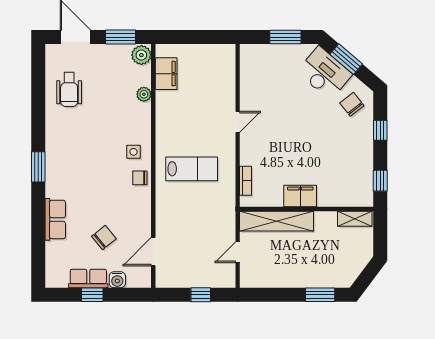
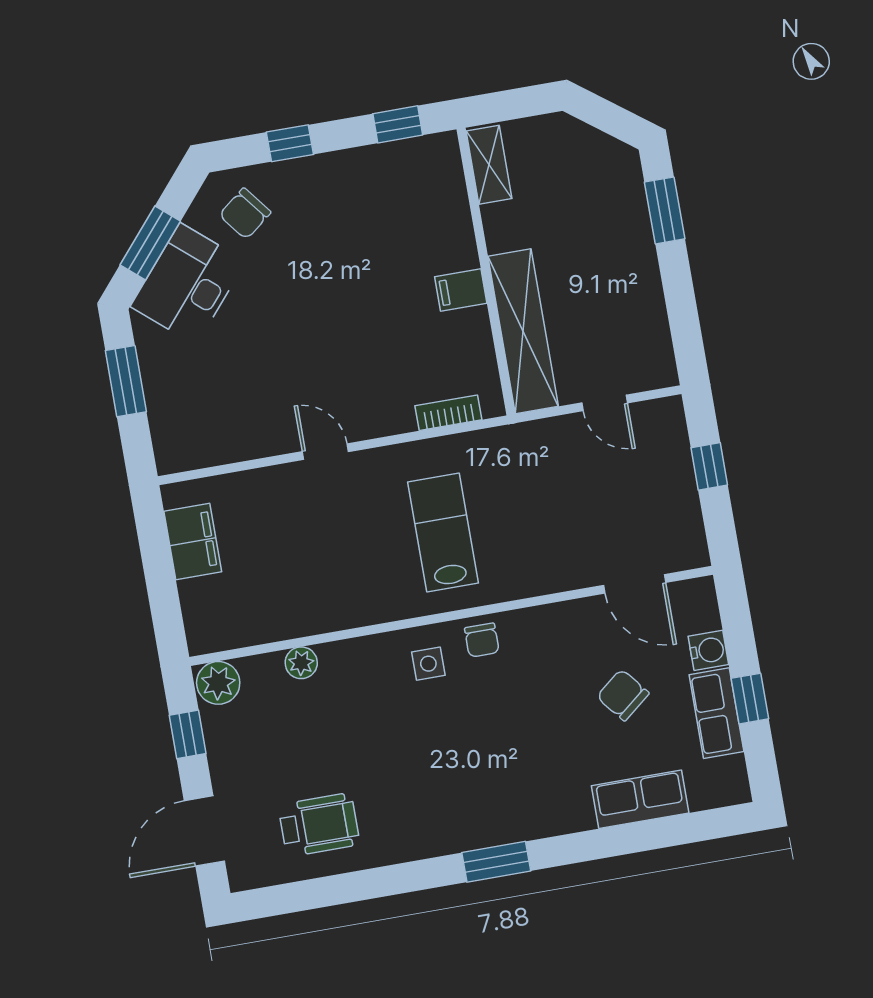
window: (120, 37) -> (188, 734), width x0.67
filing cabinet: (166, 74) -> (193, 542), moved, turned 90
filing cabinet: (300, 196) -> (461, 290), width x0.50
row of seats: (55, 219) -> (640, 799), moved

